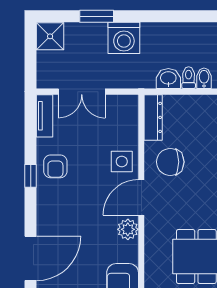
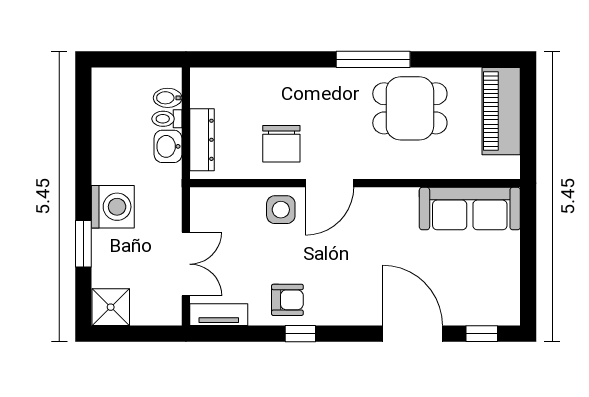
dresser: (153, 117) -> (202, 140), moved, turned 90
door: (141, 197) -> (330, 183), hinge flipped
plant: (128, 229) -> (373, 201), removed

